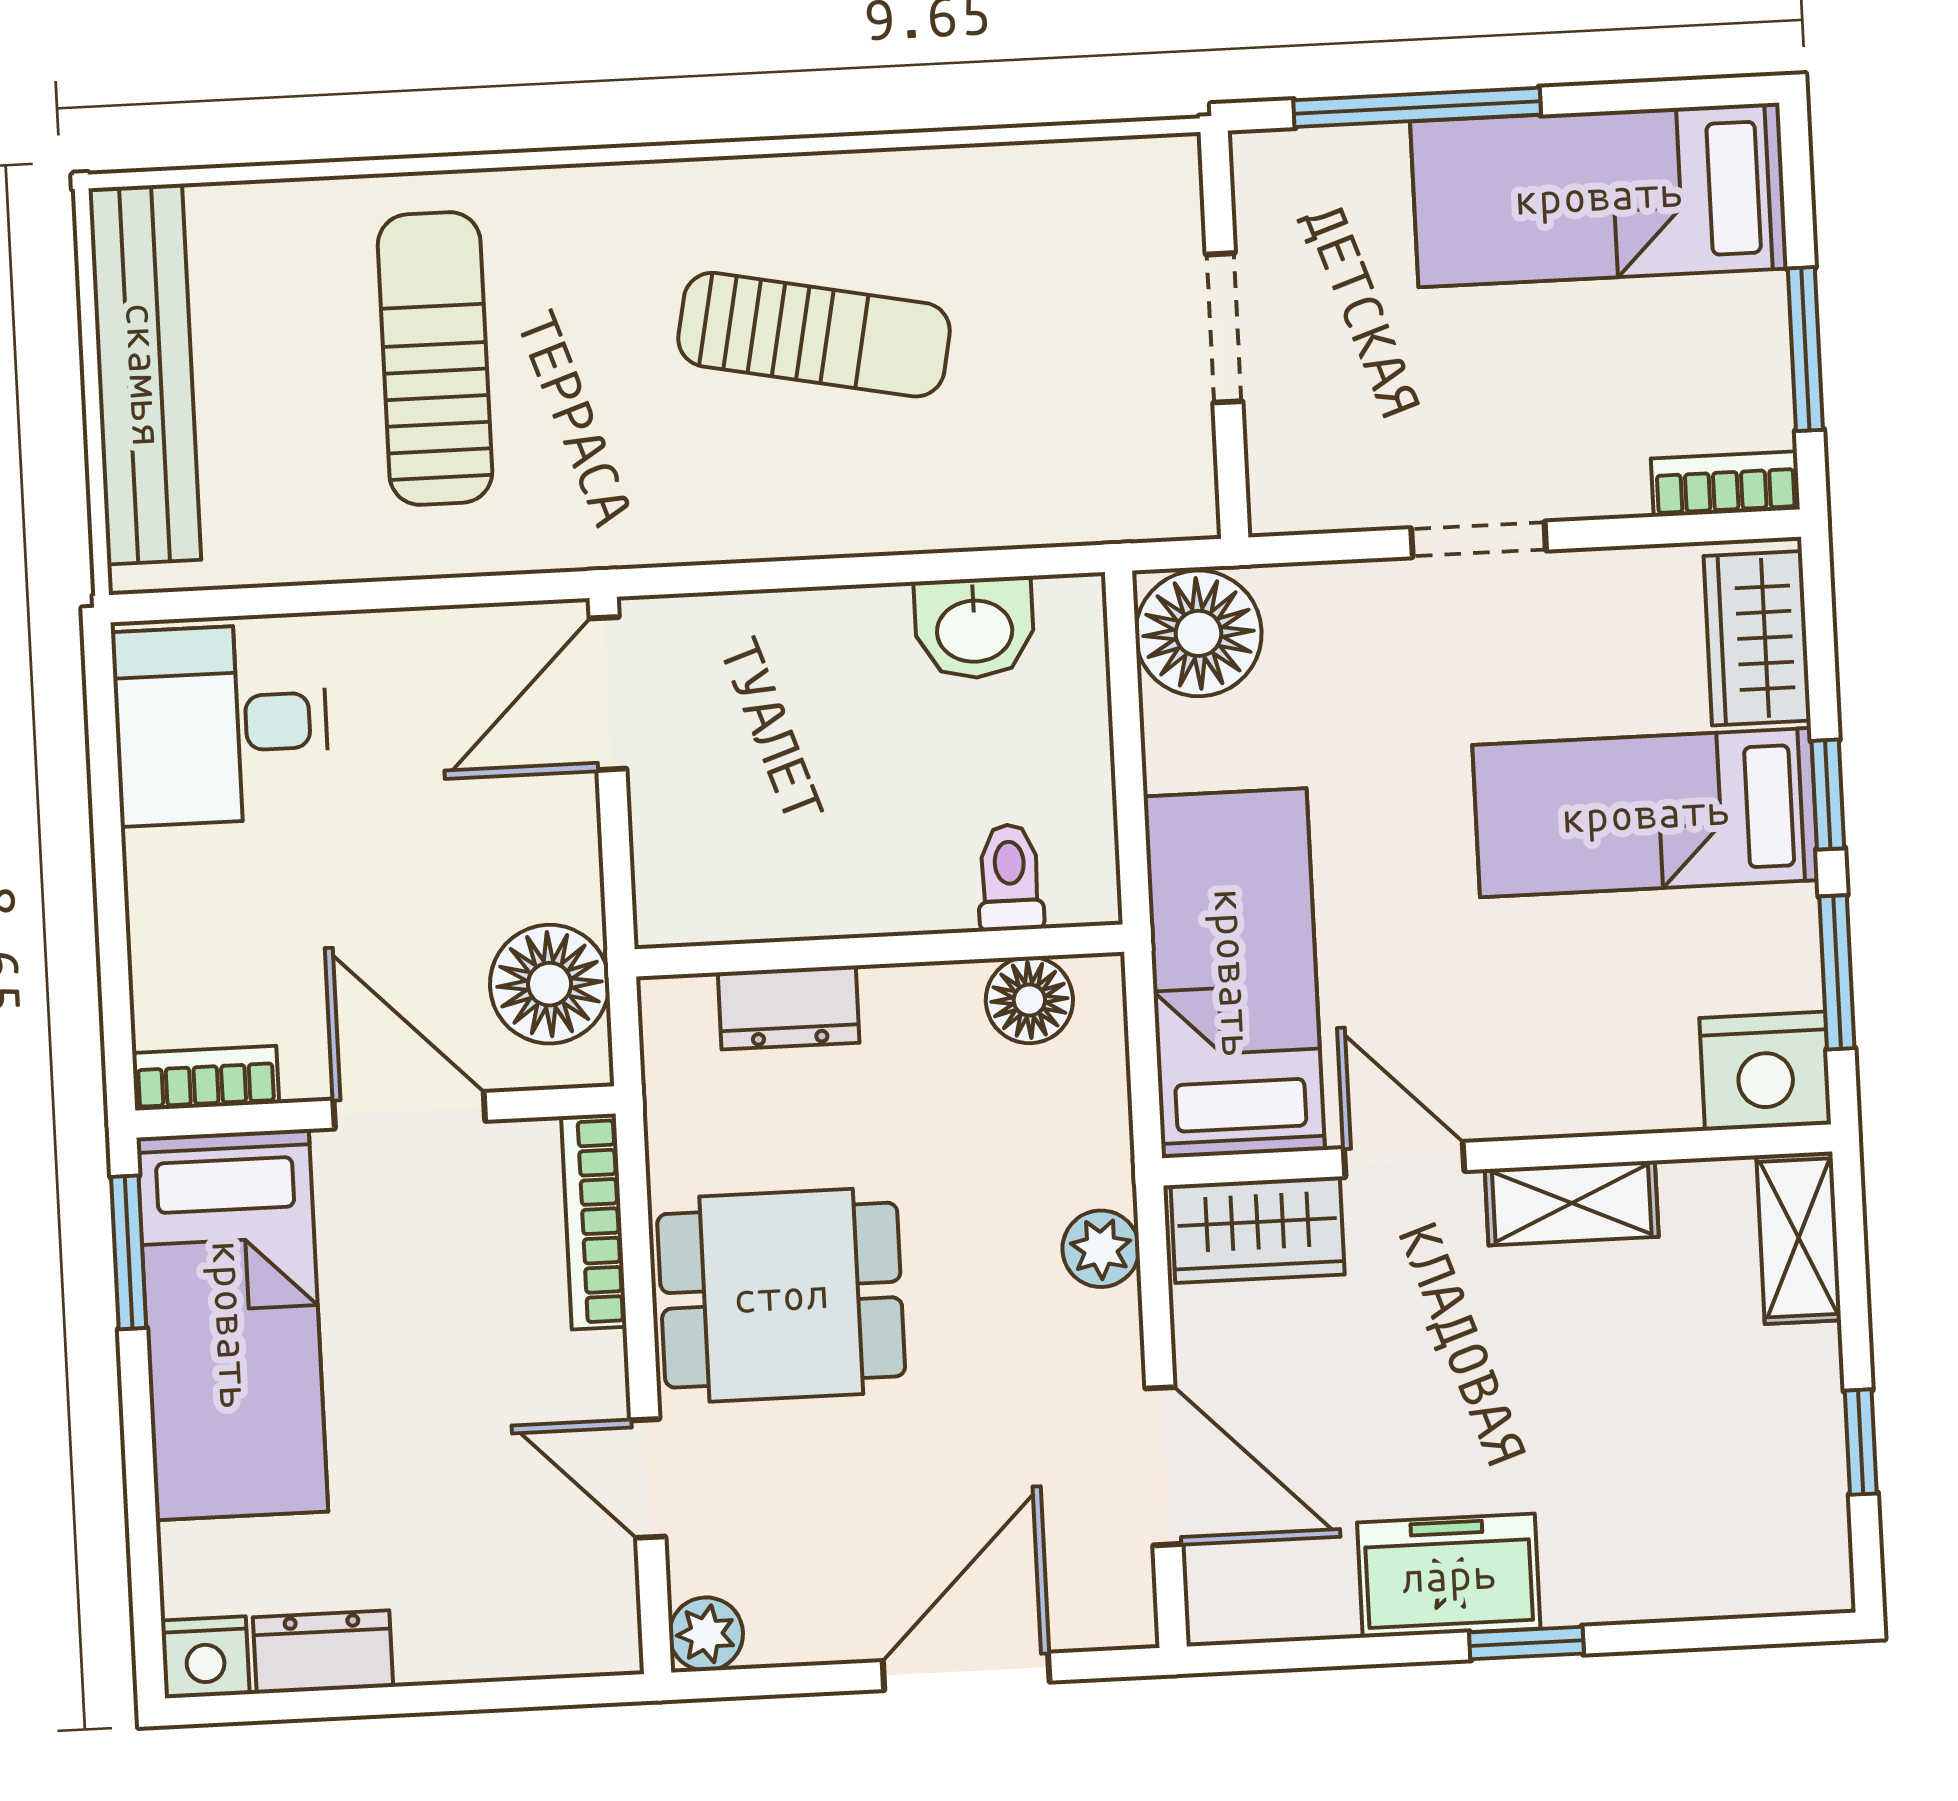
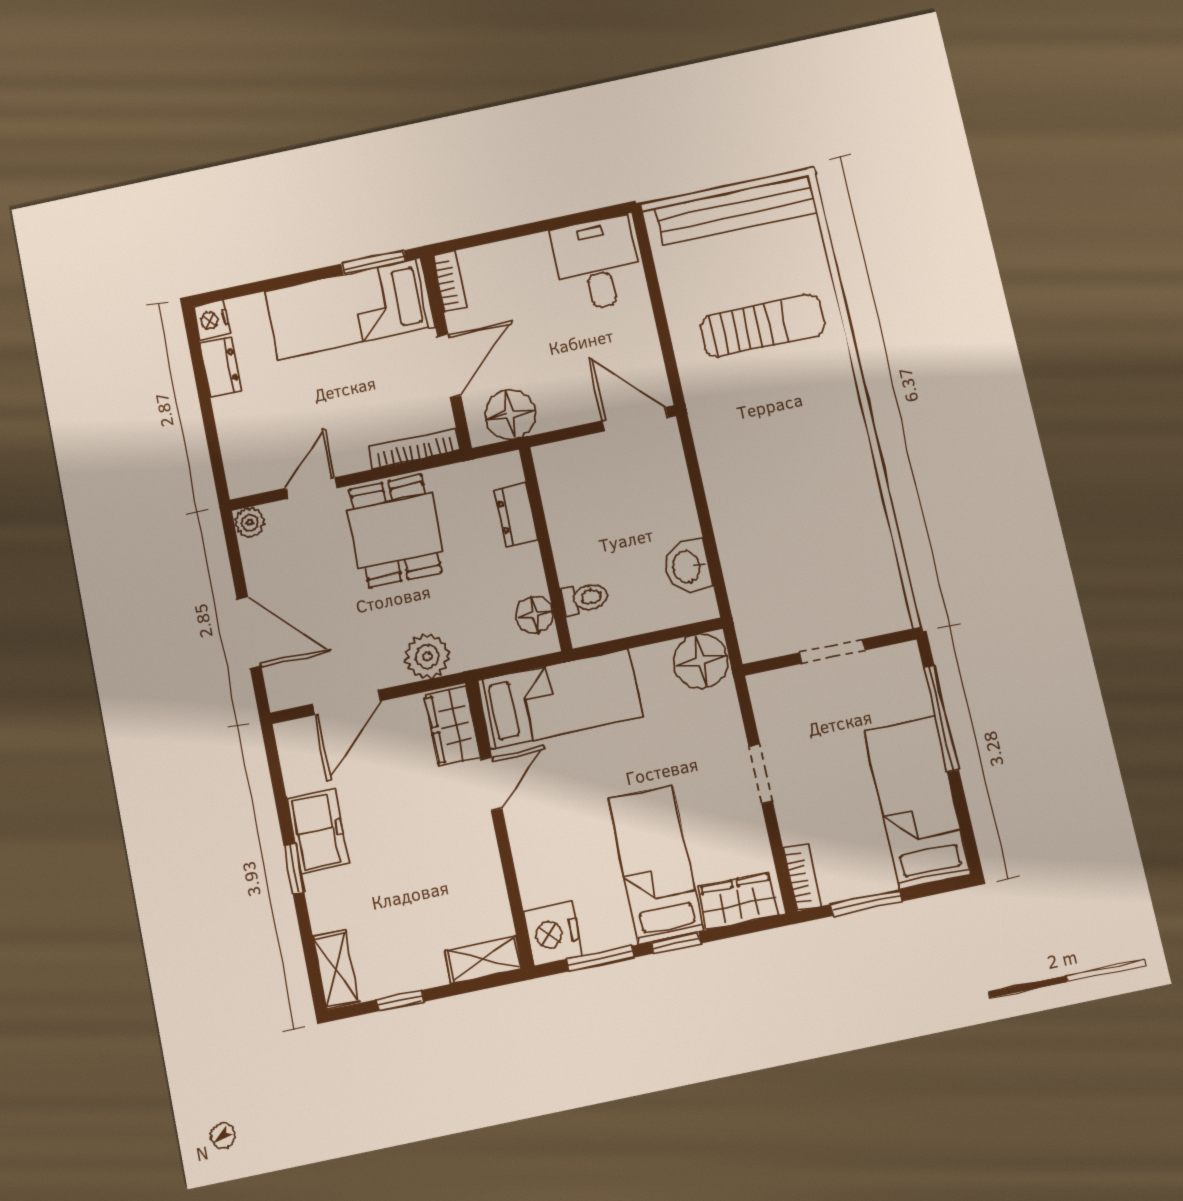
sun lounger: (814, 335) -> (800, 480), removed
shelving: (1572, 1203) -> (336, 970), moved
plant: (1101, 1249) -> (427, 657), width x1.38, depth x1.38

